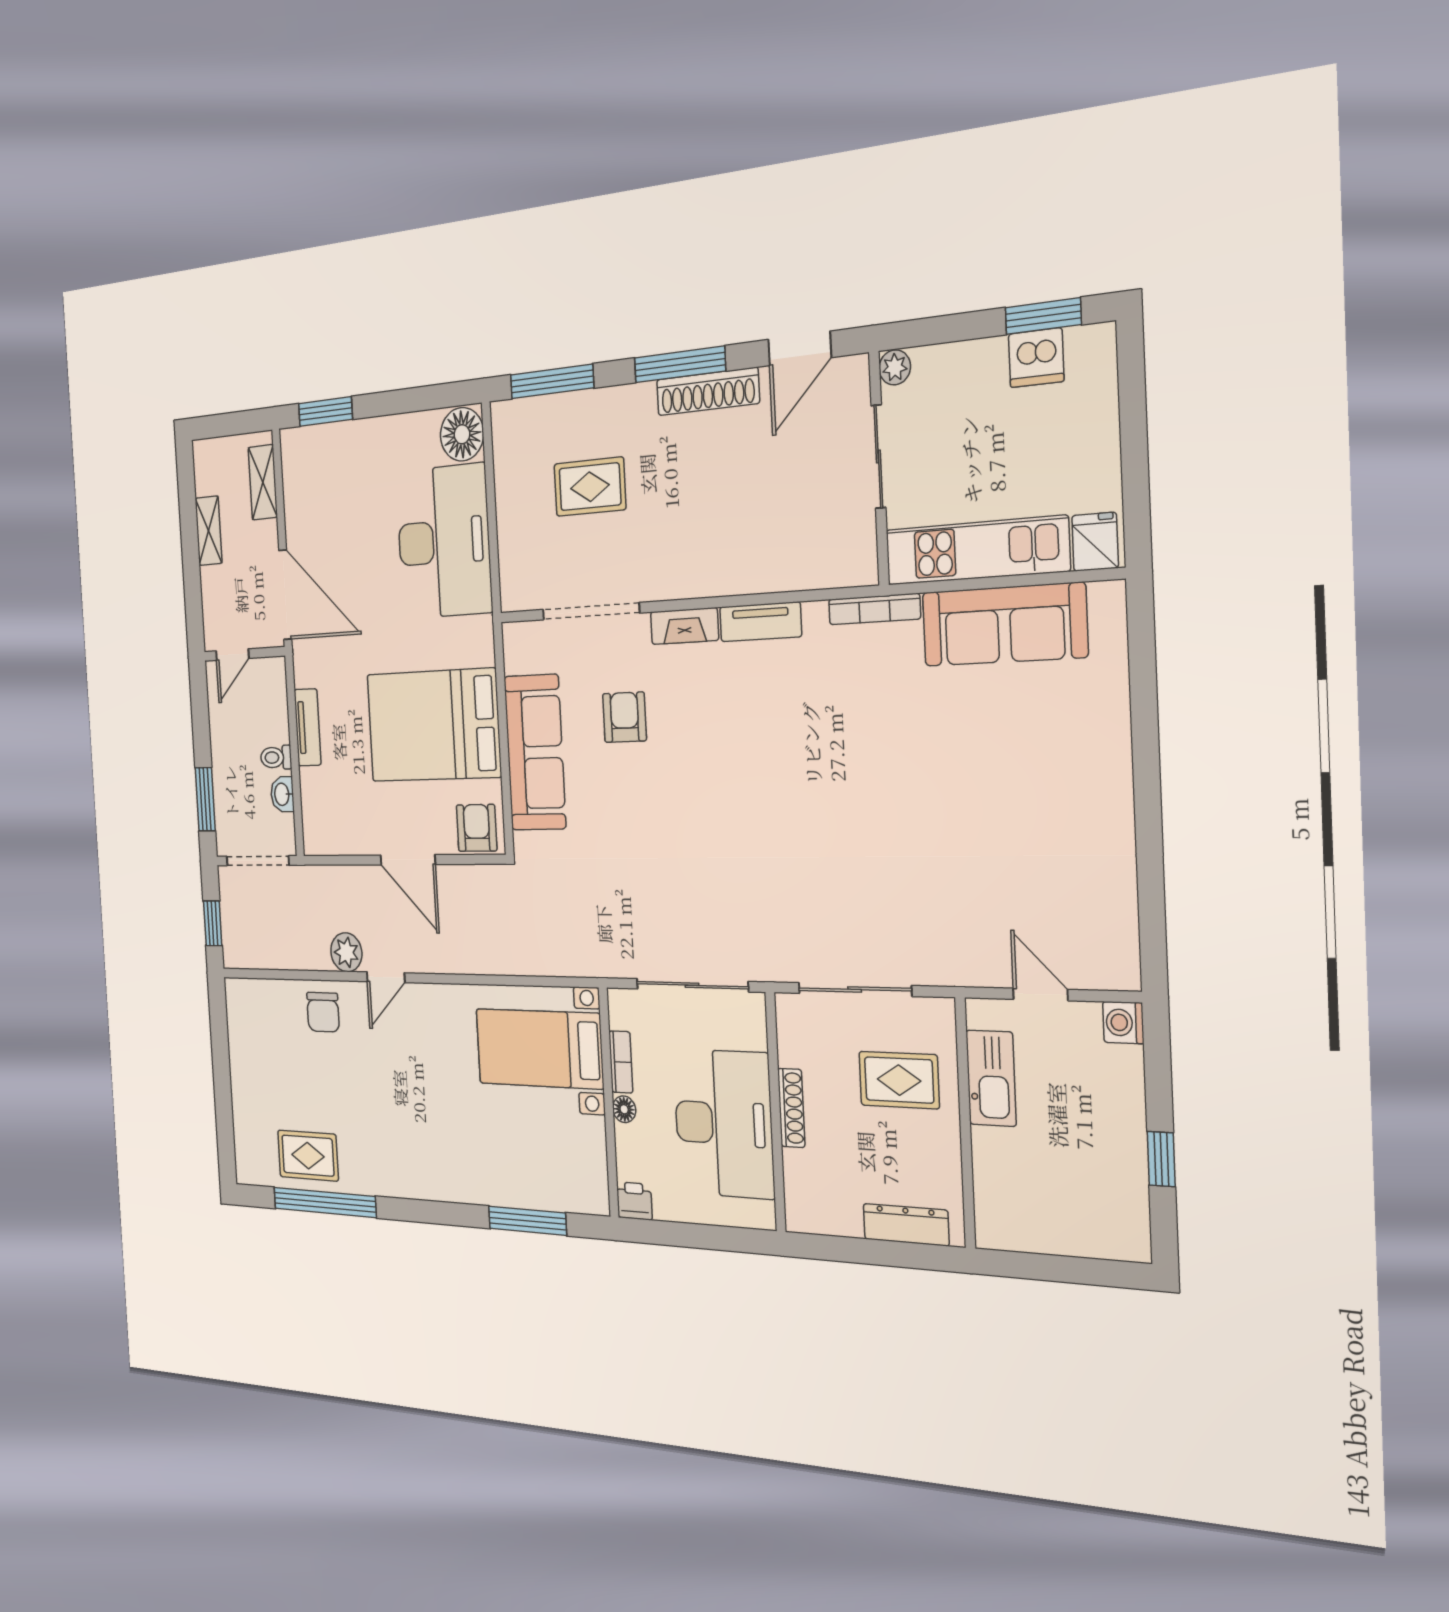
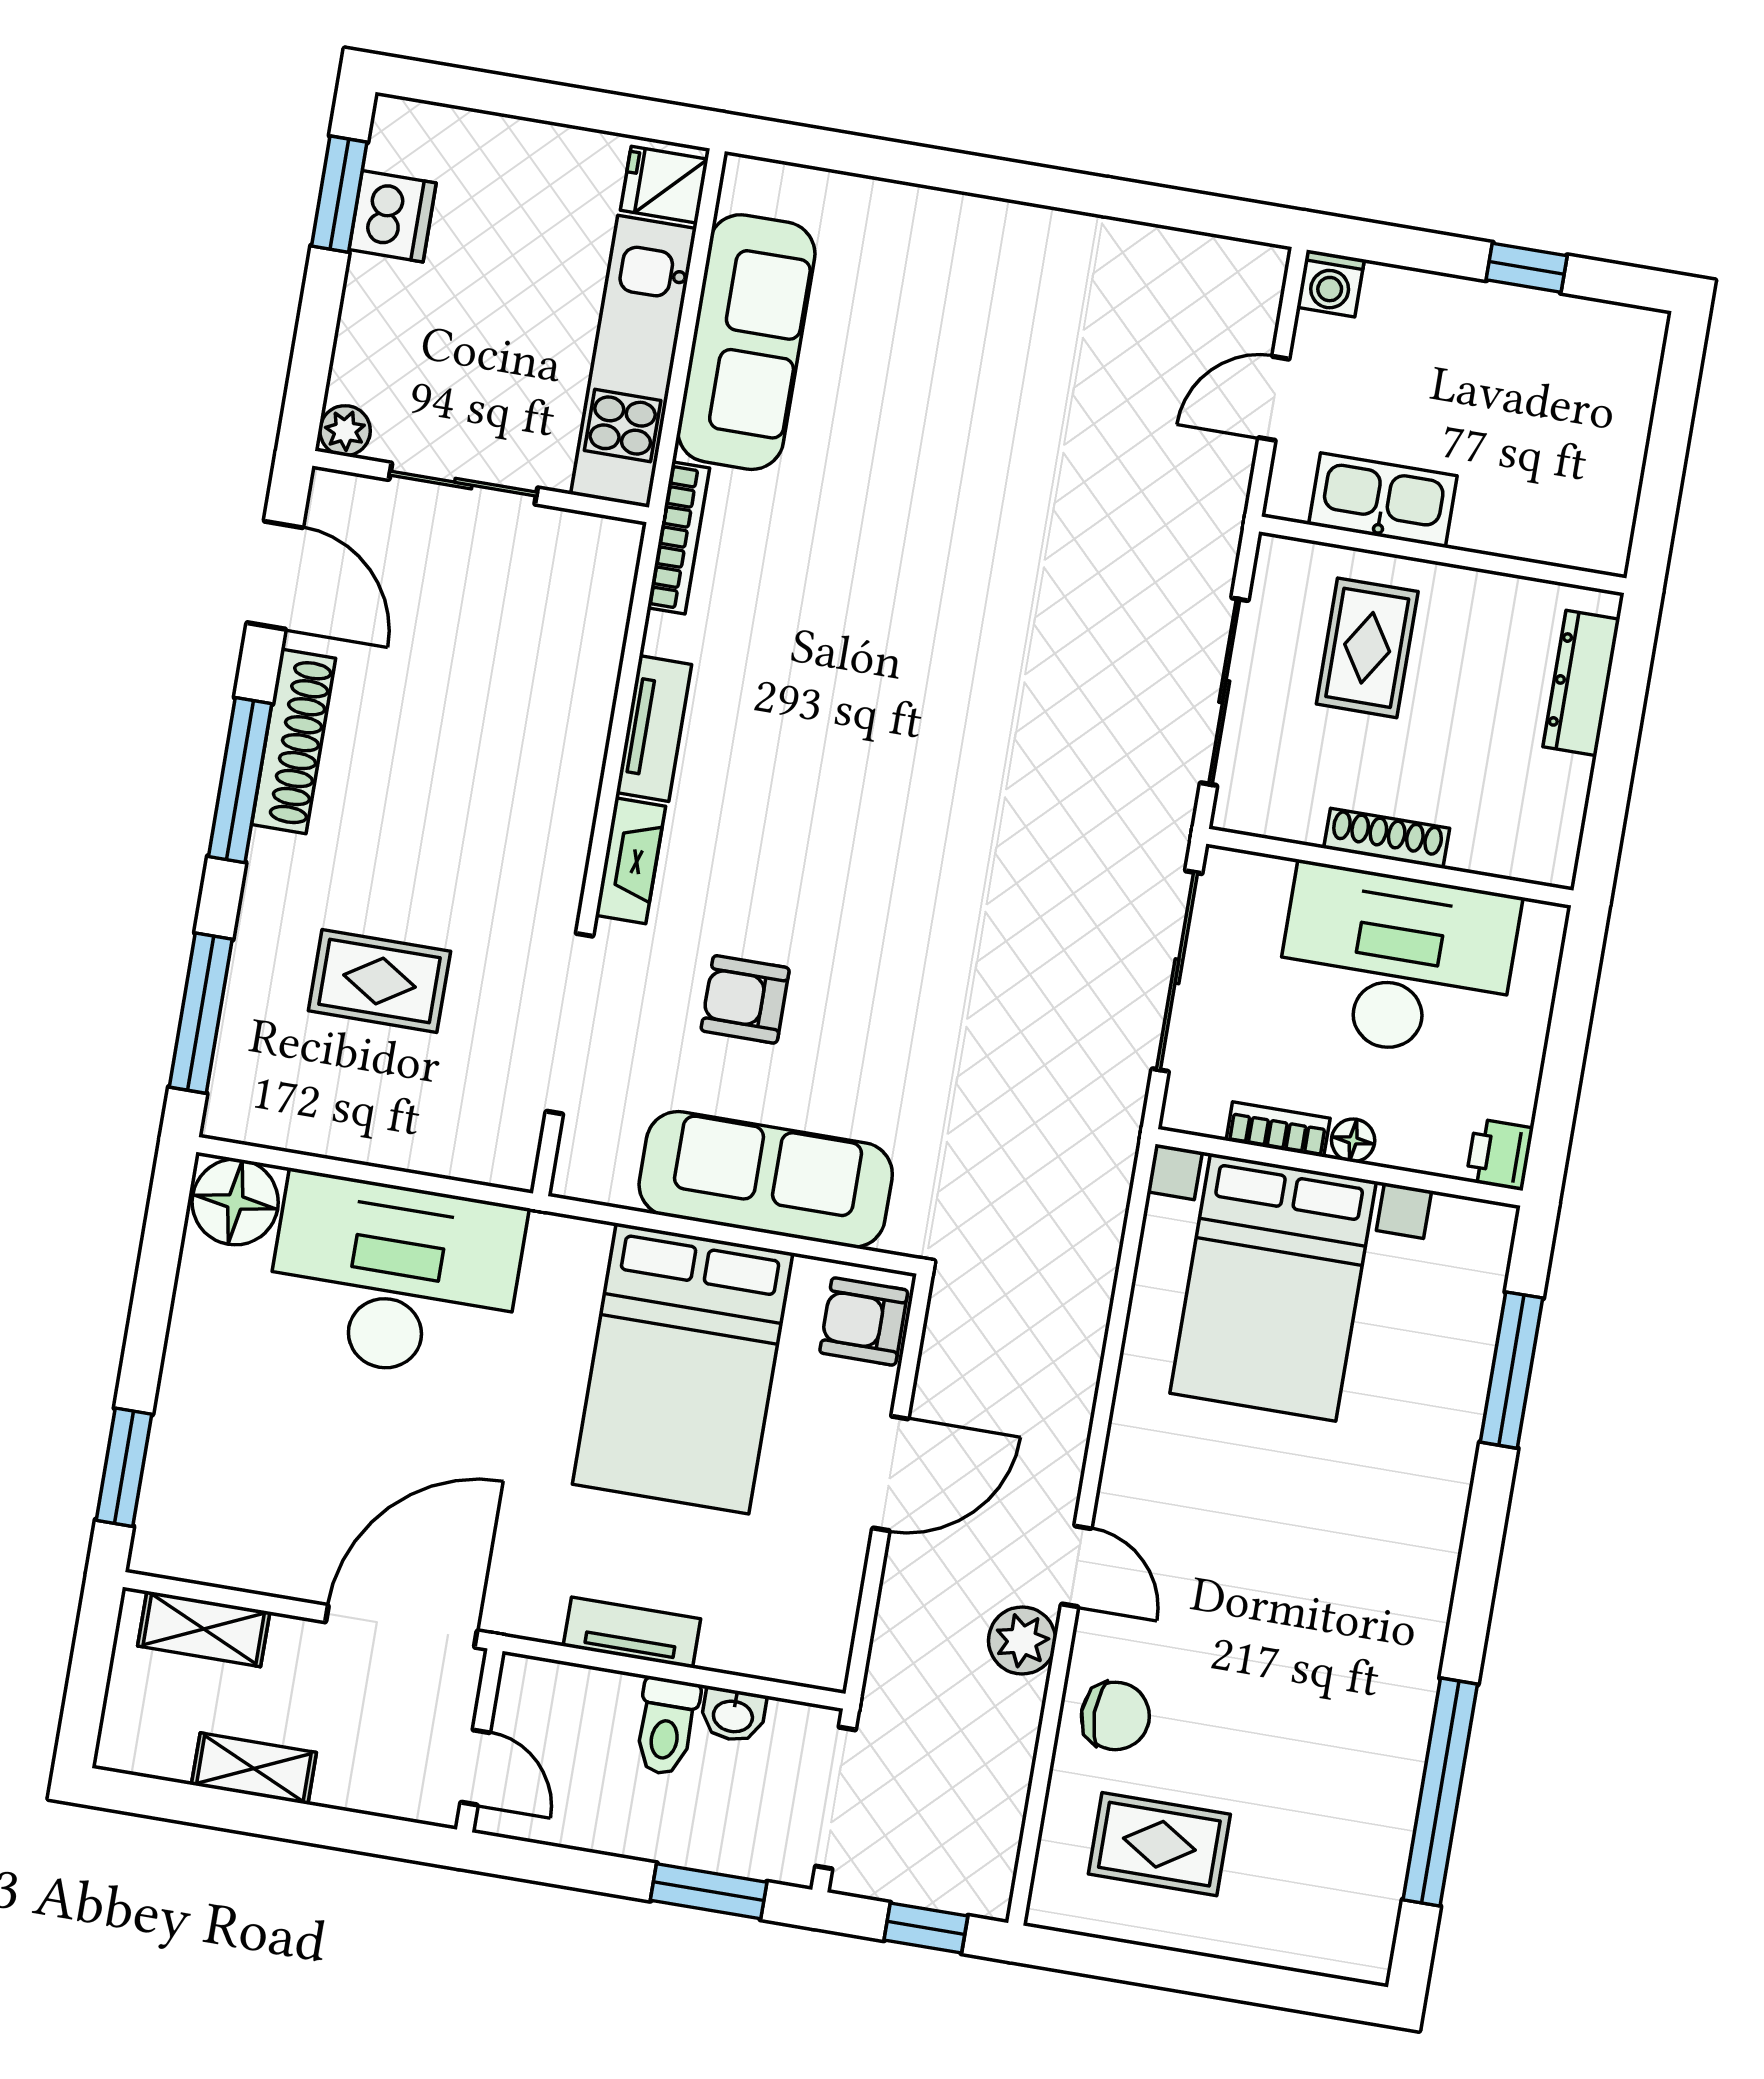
rug: (590, 487) -> (379, 981), turned 90
toilet: (276, 757) -> (666, 1726), width x1.37, depth x1.39
bed with nightstands: (539, 1049) -> (1273, 1287), width x1.36
rug: (308, 1156) -> (1159, 1844), moved, turned 90

